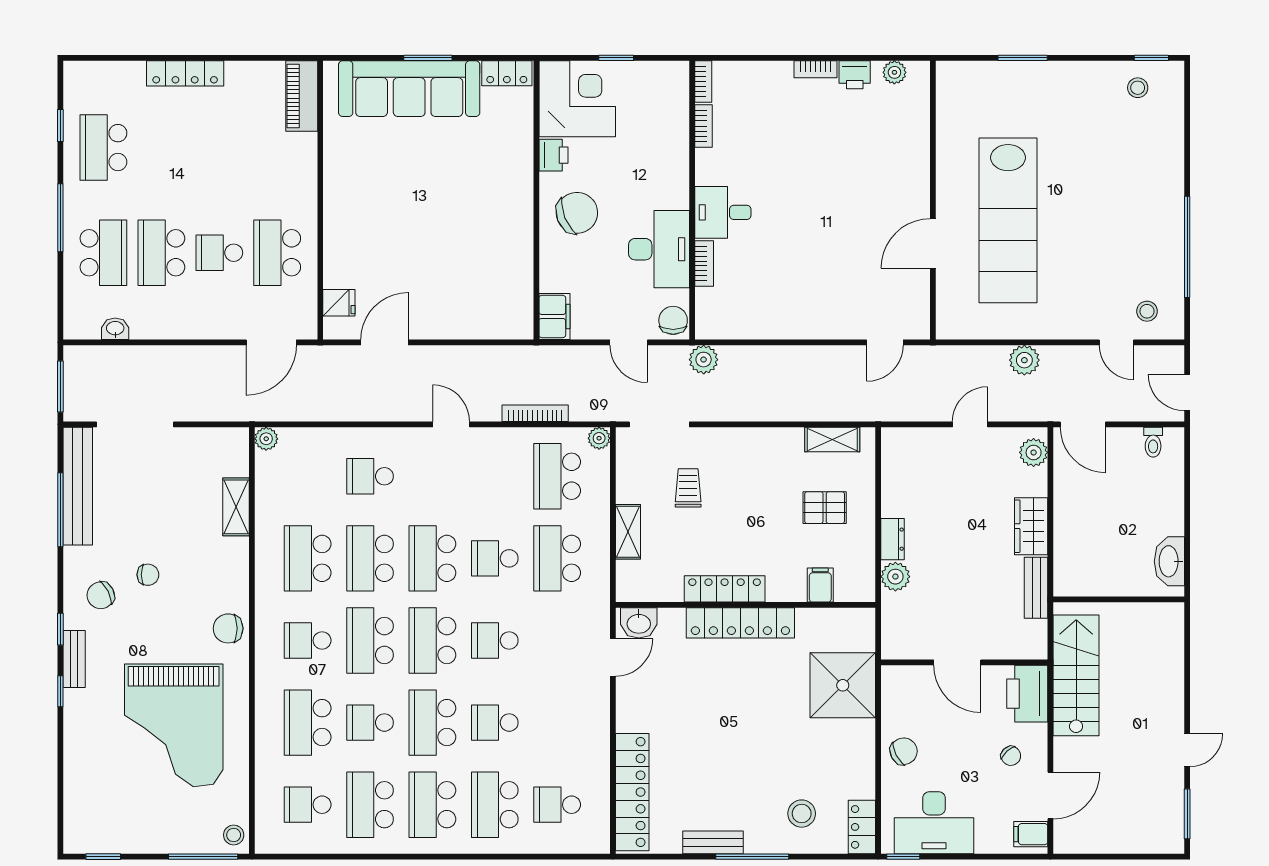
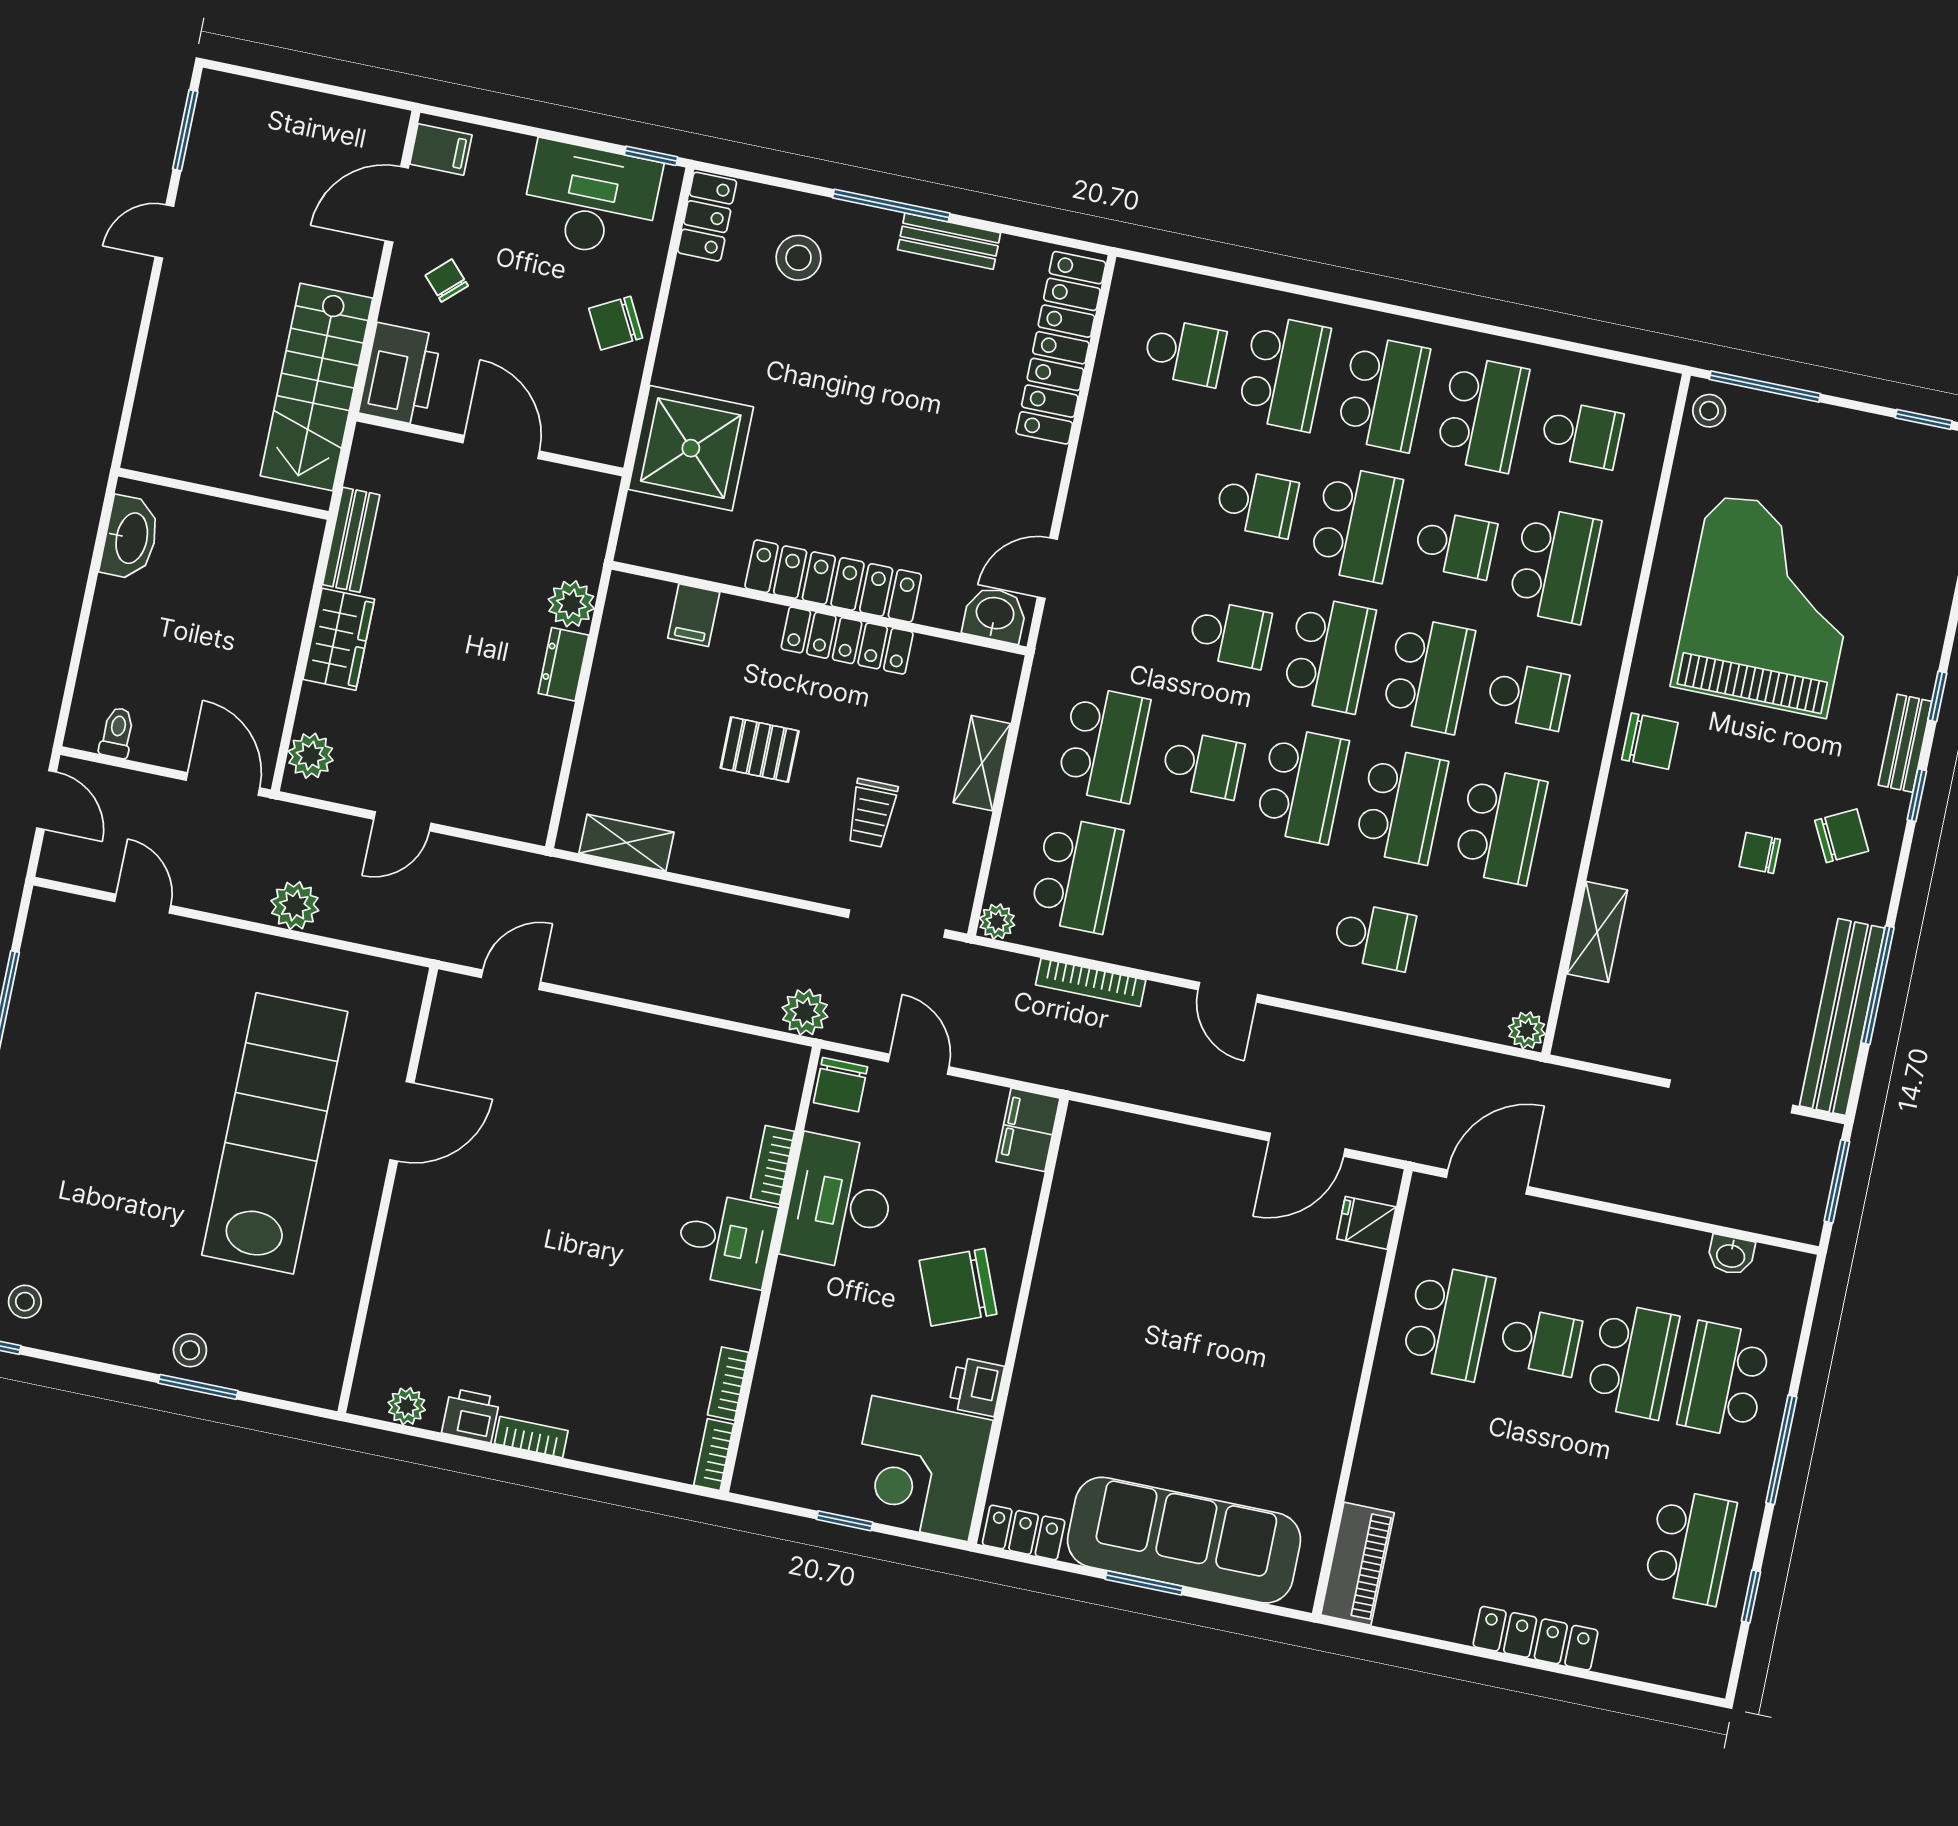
stool: (1147, 311) -> (190, 1350), moved
pallet: (825, 508) -> (760, 749), moved

